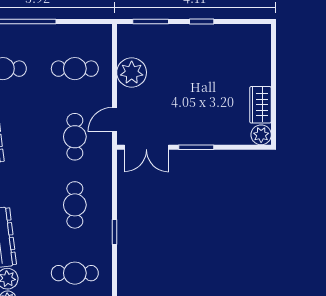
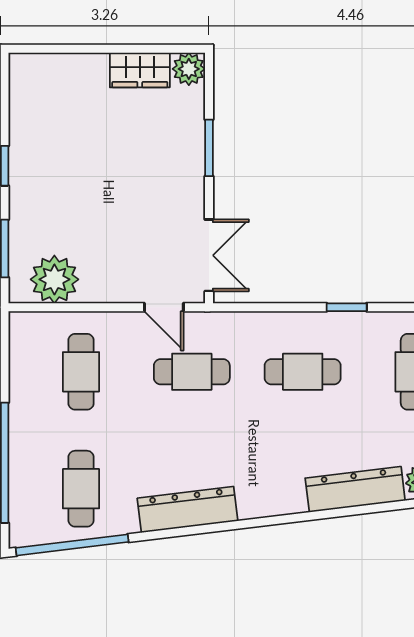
plant: (132, 72) -> (54, 279), moved
window: (196, 147) -> (209, 148), moved

